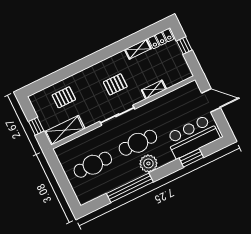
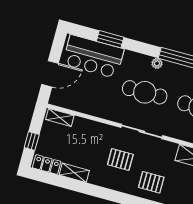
shelving: (154, 90) -> (60, 117), moved
pallet: (64, 97) -> (151, 182), moved
door: (211, 100) -> (50, 74), swing flipped
plant: (148, 163) -> (157, 63), width x0.53, depth x0.53

